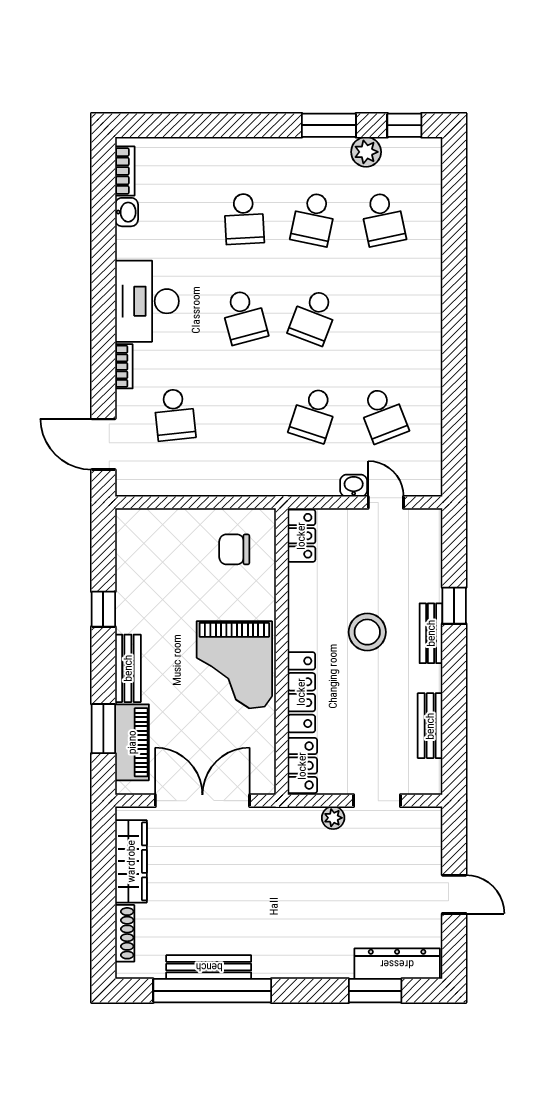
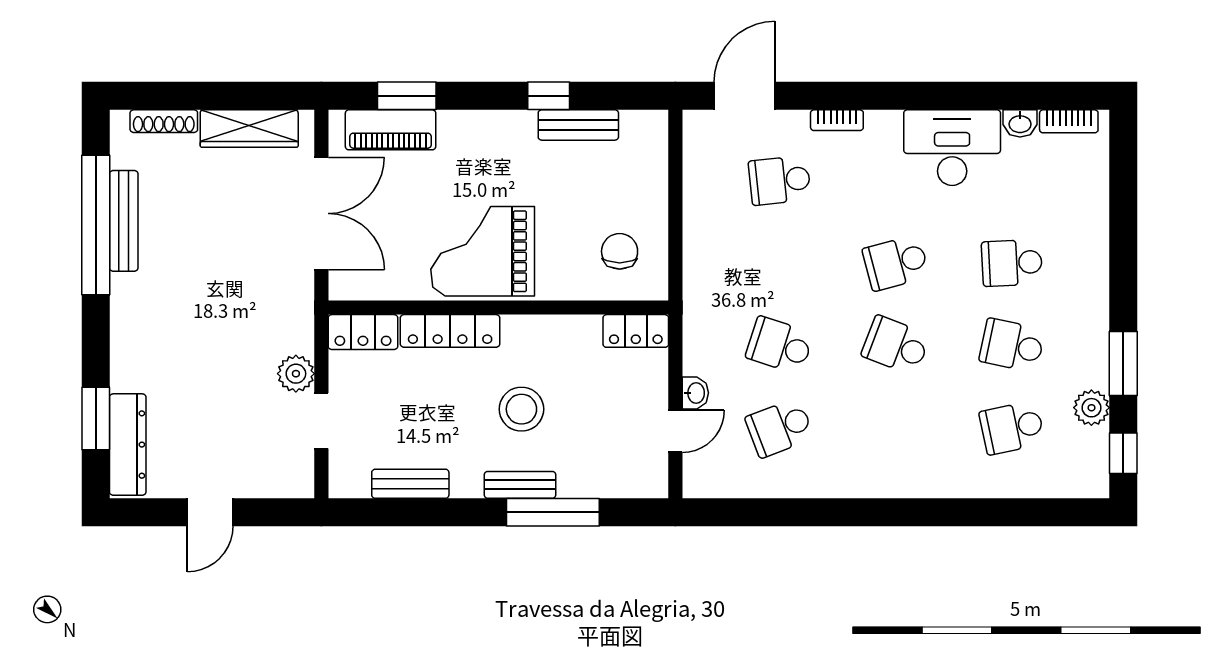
desk: (147, 301) -> (952, 148), moved
window: (454, 606) -> (553, 512), width x2.17
bench: (128, 668) -> (578, 125), moved
plant: (333, 818) -> (296, 374), width x1.38, depth x1.38

